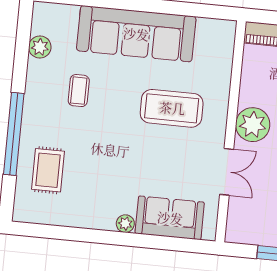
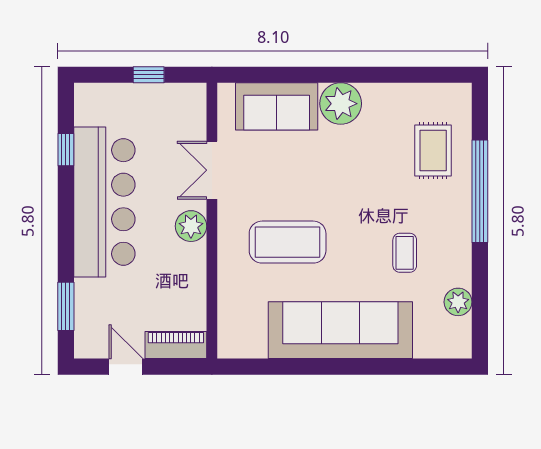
plant: (253, 125) -> (191, 226), width x0.73, depth x0.73
plant: (125, 224) -> (341, 104), width x1.88, depth x1.88

